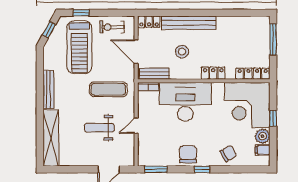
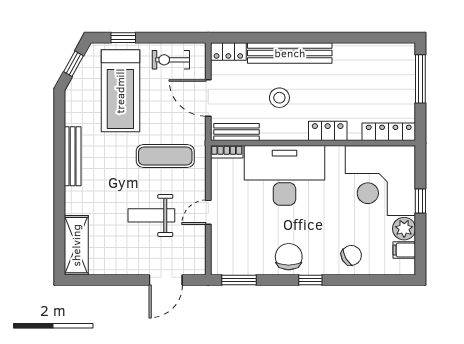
shelving: (51, 138) -> (76, 245), width x0.68

